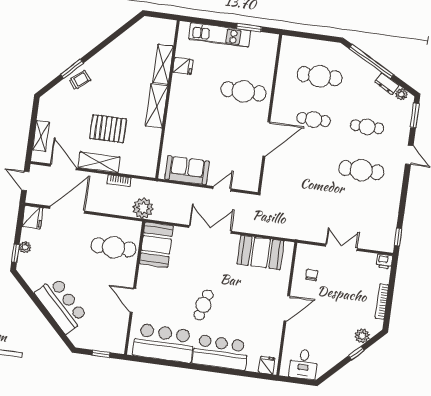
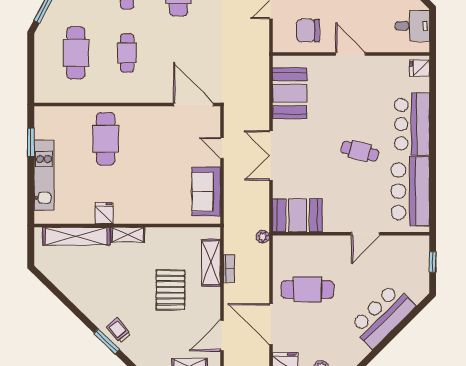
shelving: (163, 64) -> (76, 236), width x1.47
fridge: (183, 66) -> (104, 213), moved
shelving: (157, 106) -> (128, 235), width x0.67, depth x0.75
door: (266, 139) -> (193, 105), moved
shelving: (99, 162) -> (211, 263), moved
plant: (143, 208) -> (263, 237), width x0.53, depth x0.53
cafe table: (113, 247) -> (307, 289), moved, turned 90
chair: (312, 275) -> (308, 30), width x1.87, depth x1.87

